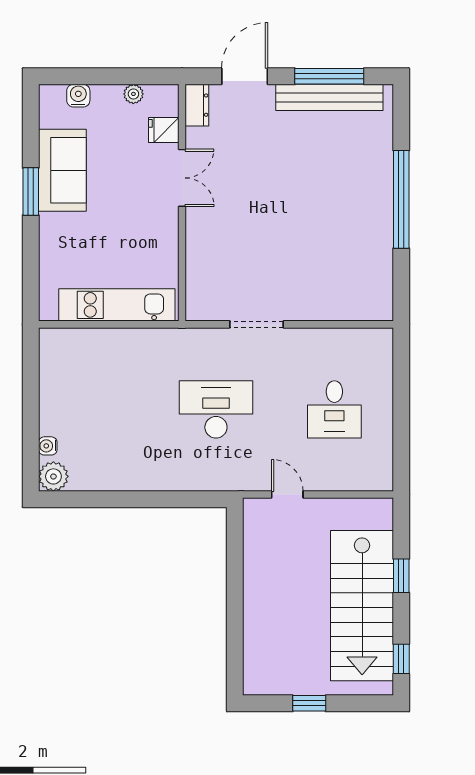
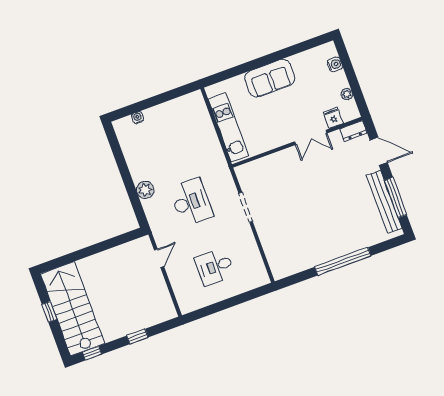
sofa: (62, 170) -> (270, 78), moved
window: (31, 191) -> (273, 58), removed
plant: (53, 476) -> (145, 190), moved
stairs: (362, 606) -> (73, 309), moved, turned 90

